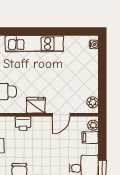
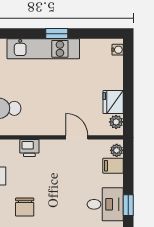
window: (45, 31) -> (57, 34), added
fridge: (36, 105) -> (113, 102), moved, turned -90
door: (61, 115) -> (77, 137), swing flipped

